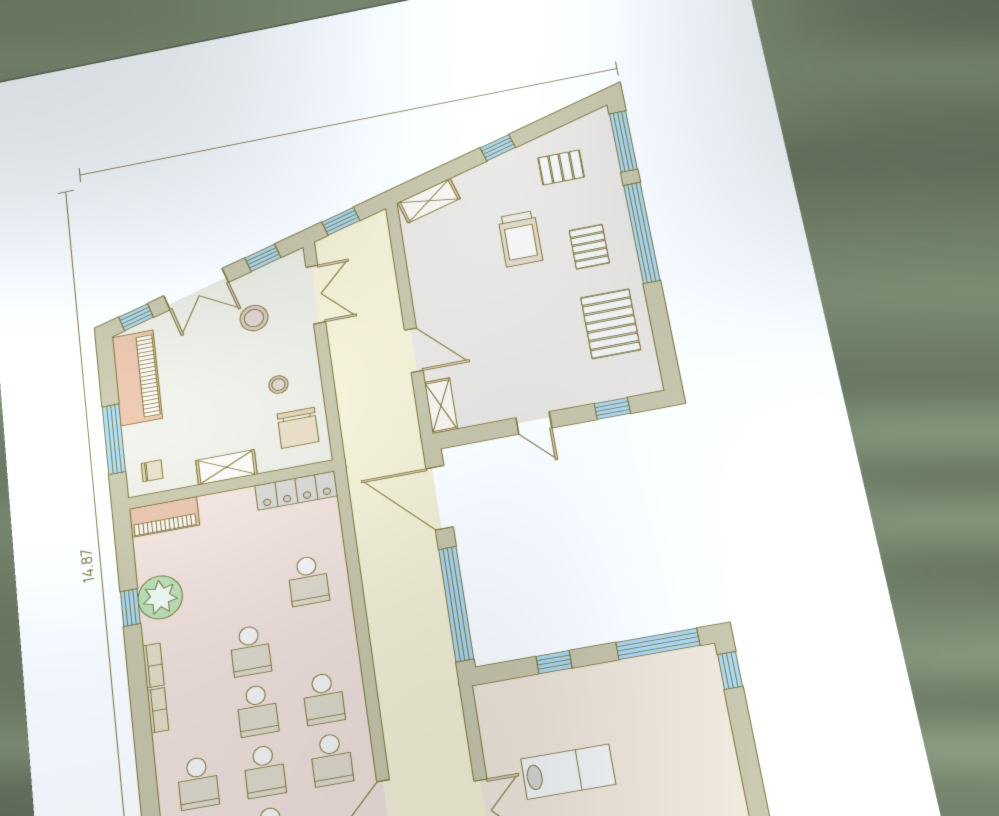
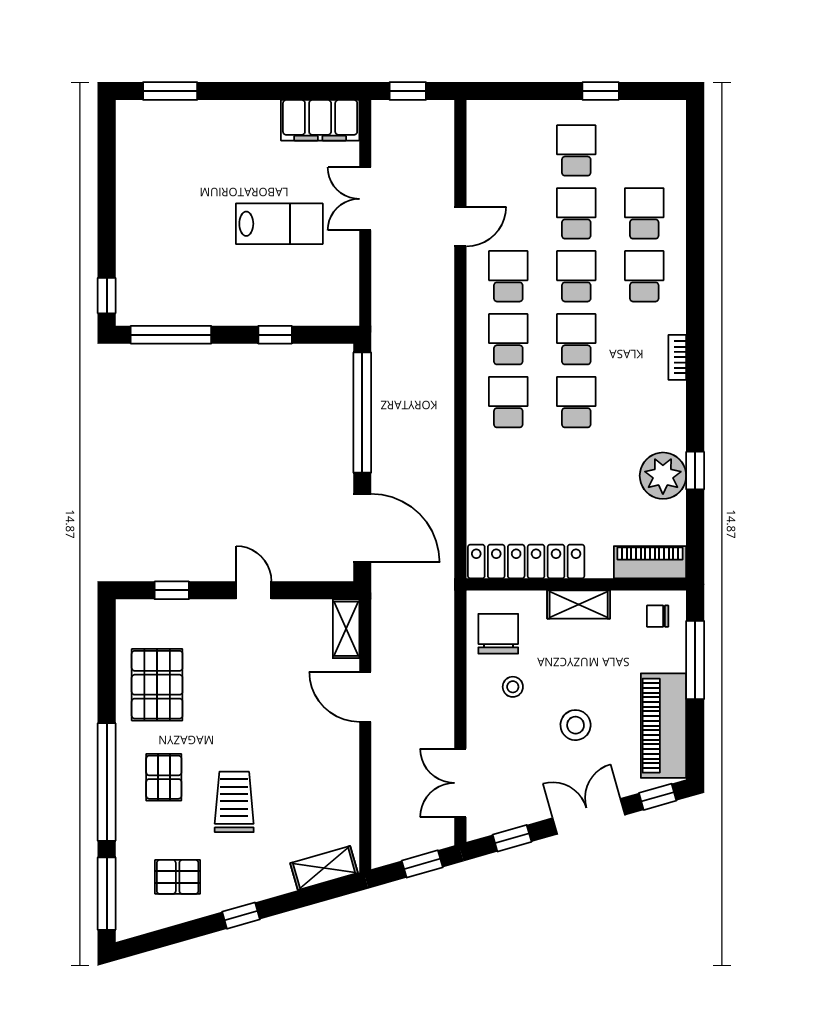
stool: (254, 318) -> (576, 725), moved
locker: (296, 491) -> (526, 562), width x1.41, depth x1.21
school desk: (308, 580) -> (508, 402), moved
bookcase: (153, 665) -> (677, 405), removed
lab bench: (568, 772) -> (279, 224), turned 180

